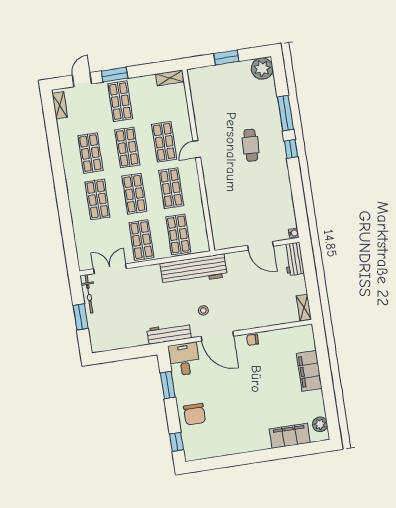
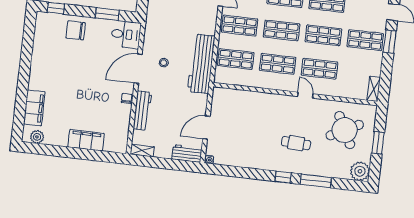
round table: (223, 97) -> (345, 130), added
workbench: (169, 333) -> (142, 111), moved

